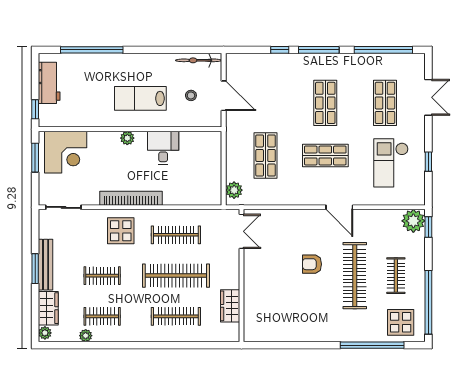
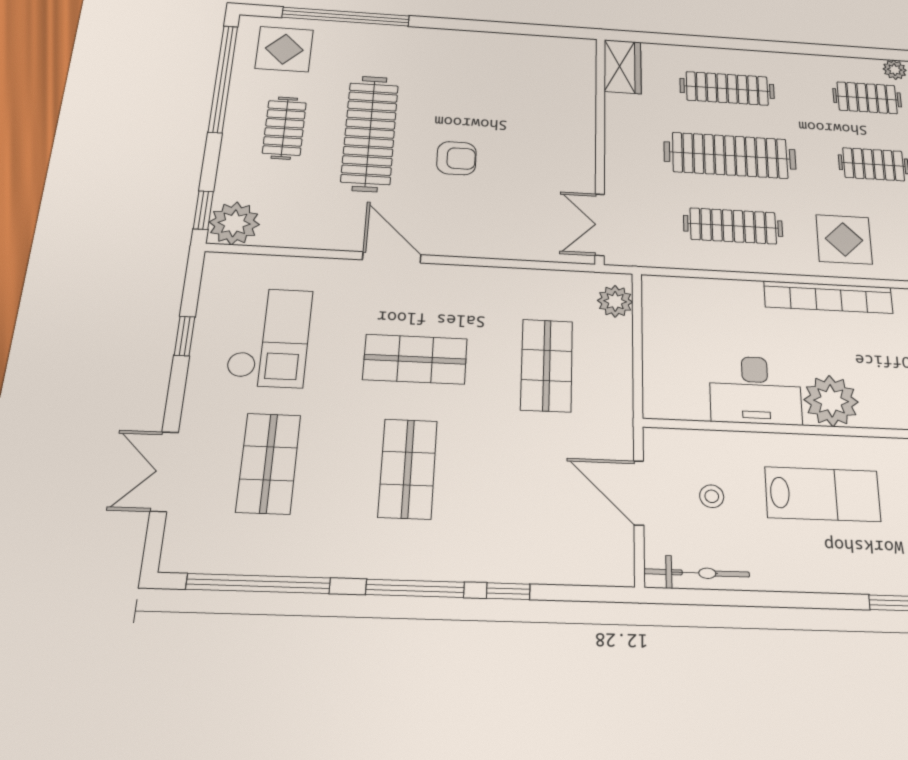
plant: (127, 138) -> (831, 401), width x1.88, depth x1.88
desk: (163, 148) -> (755, 390), width x1.37
wardrobe: (230, 306) -> (622, 67), moved

